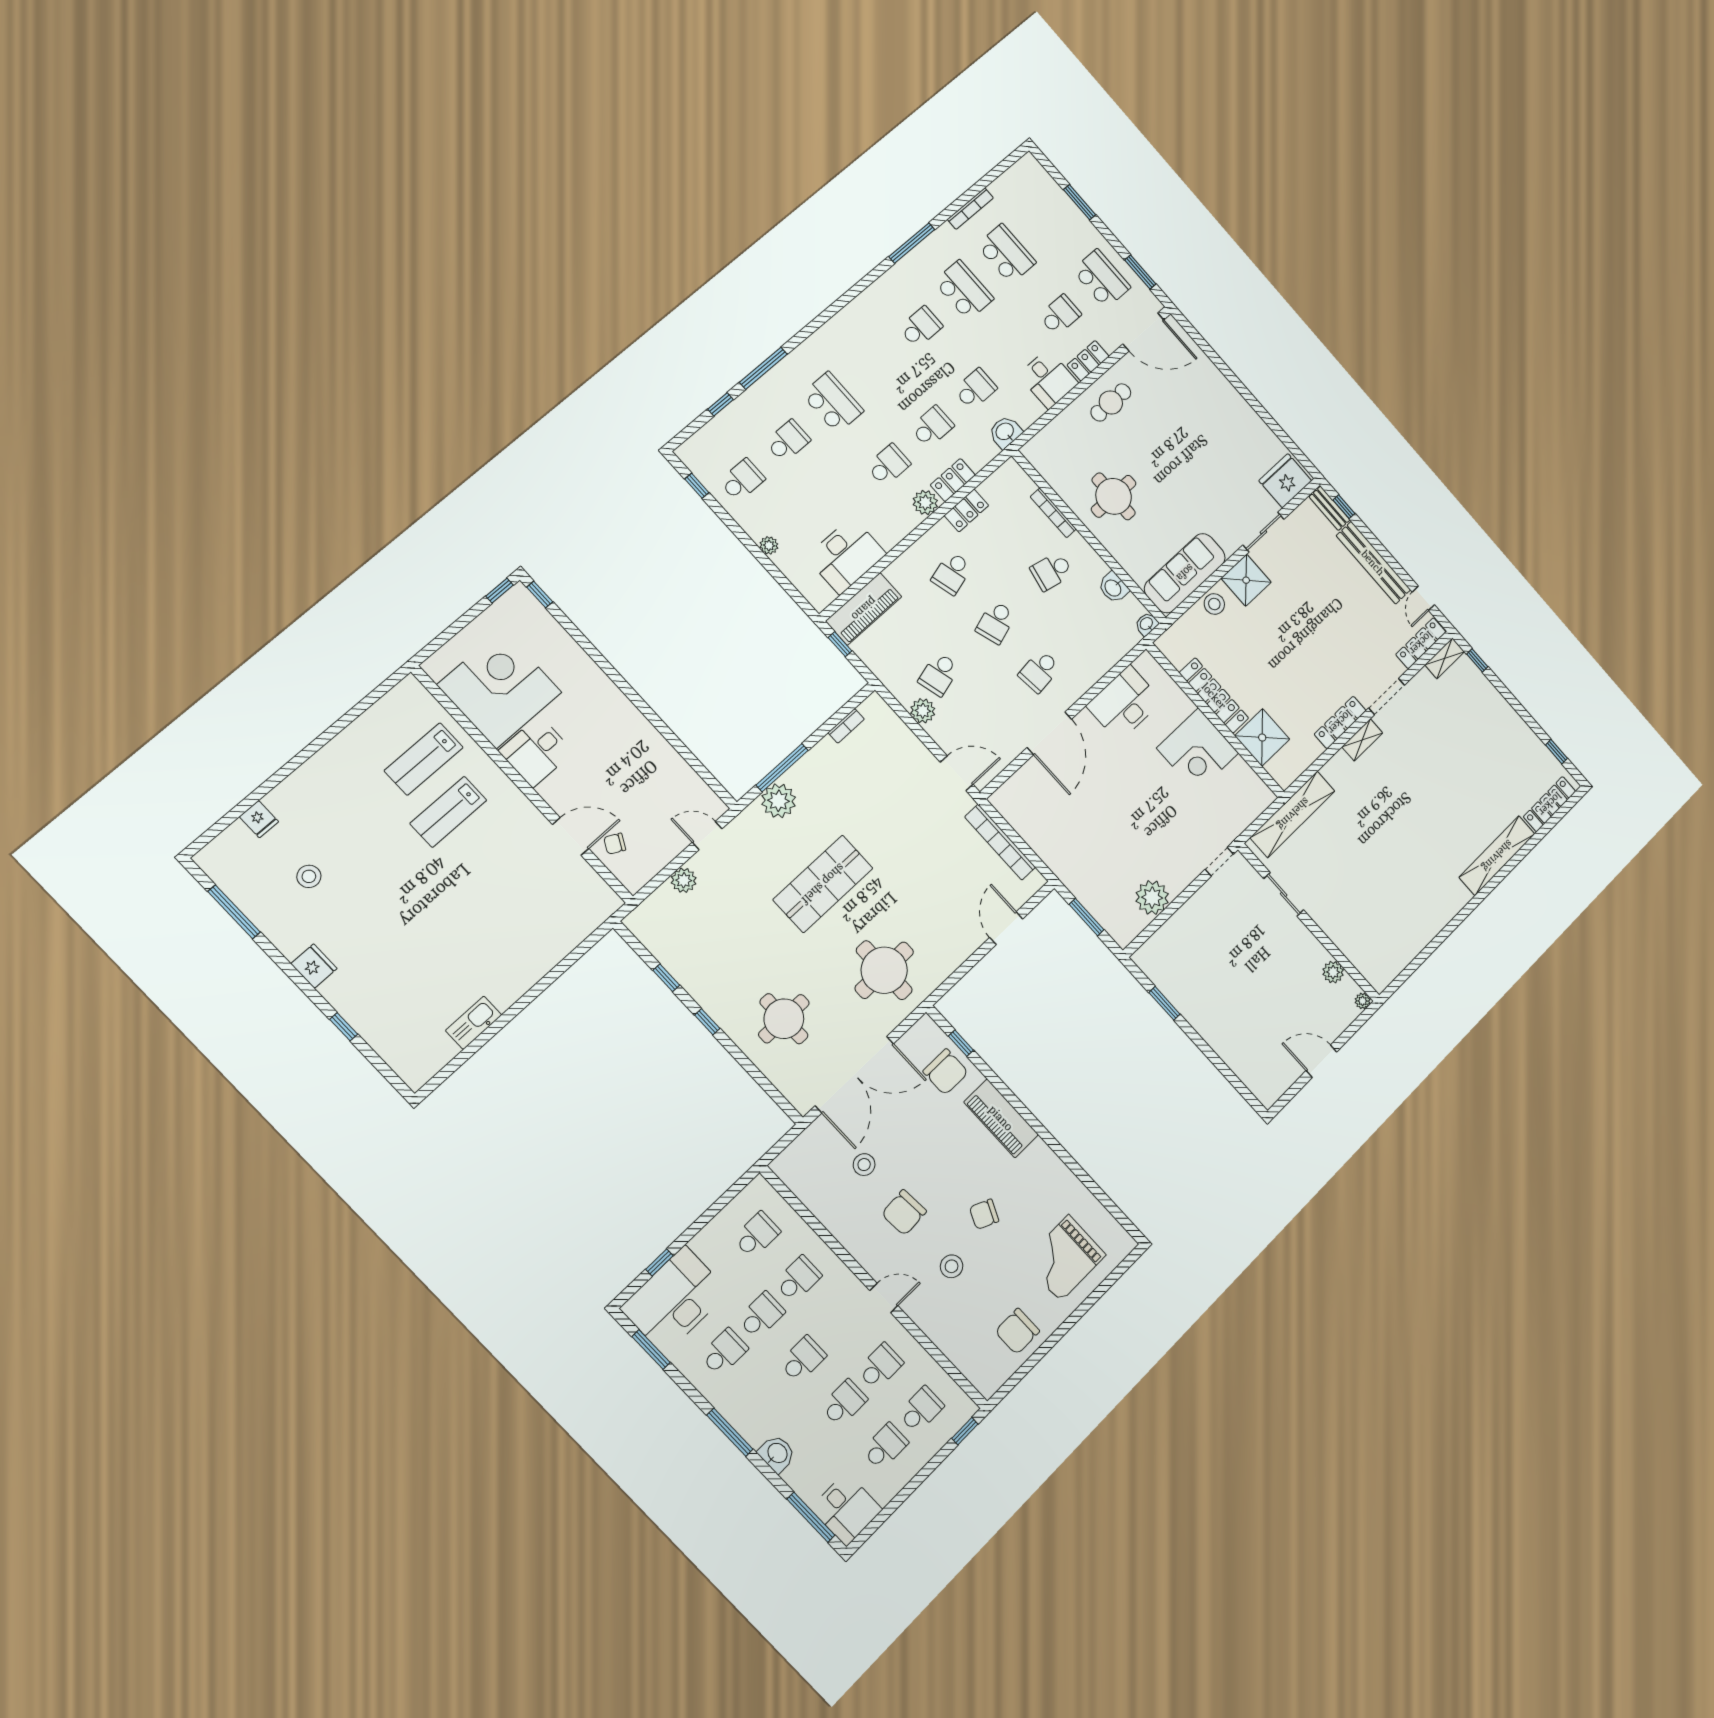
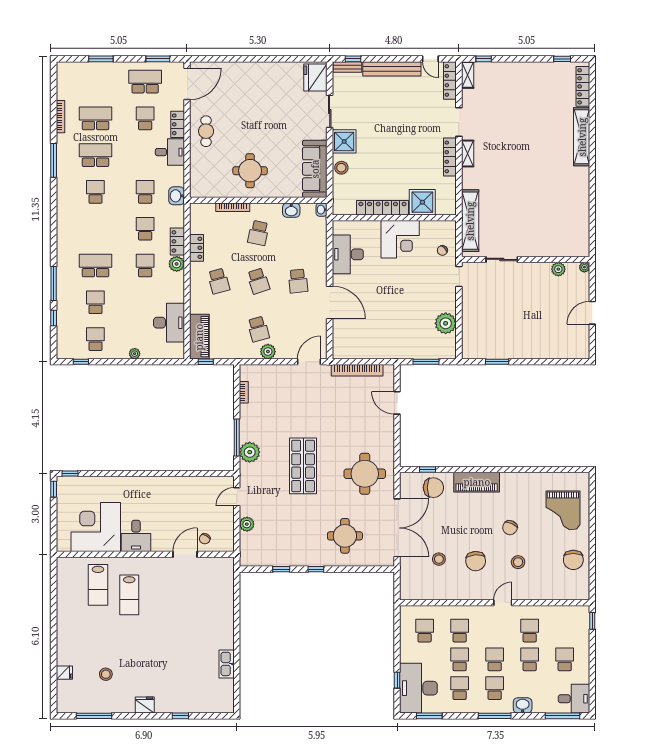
chair: (1230, 813) -> (442, 250), added
school desk: (921, 1410) -> (495, 688), moved

